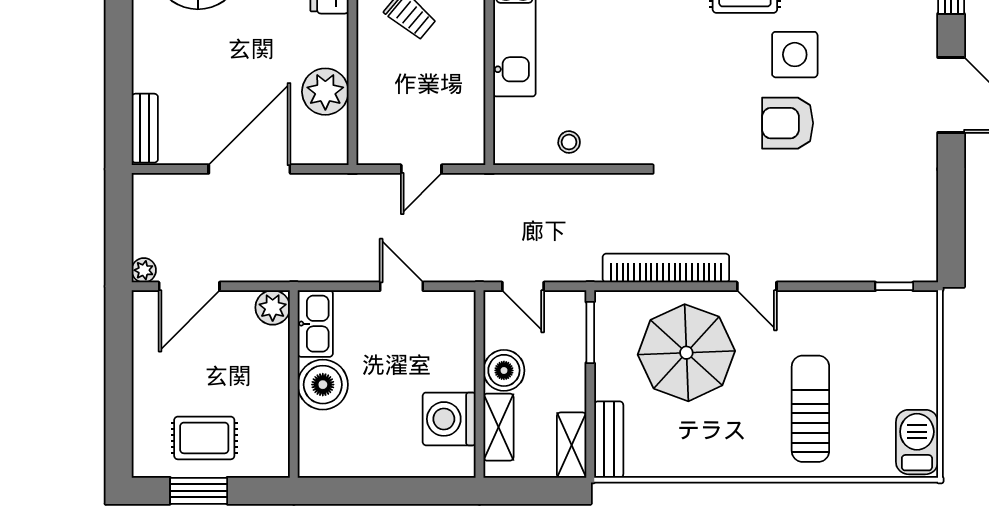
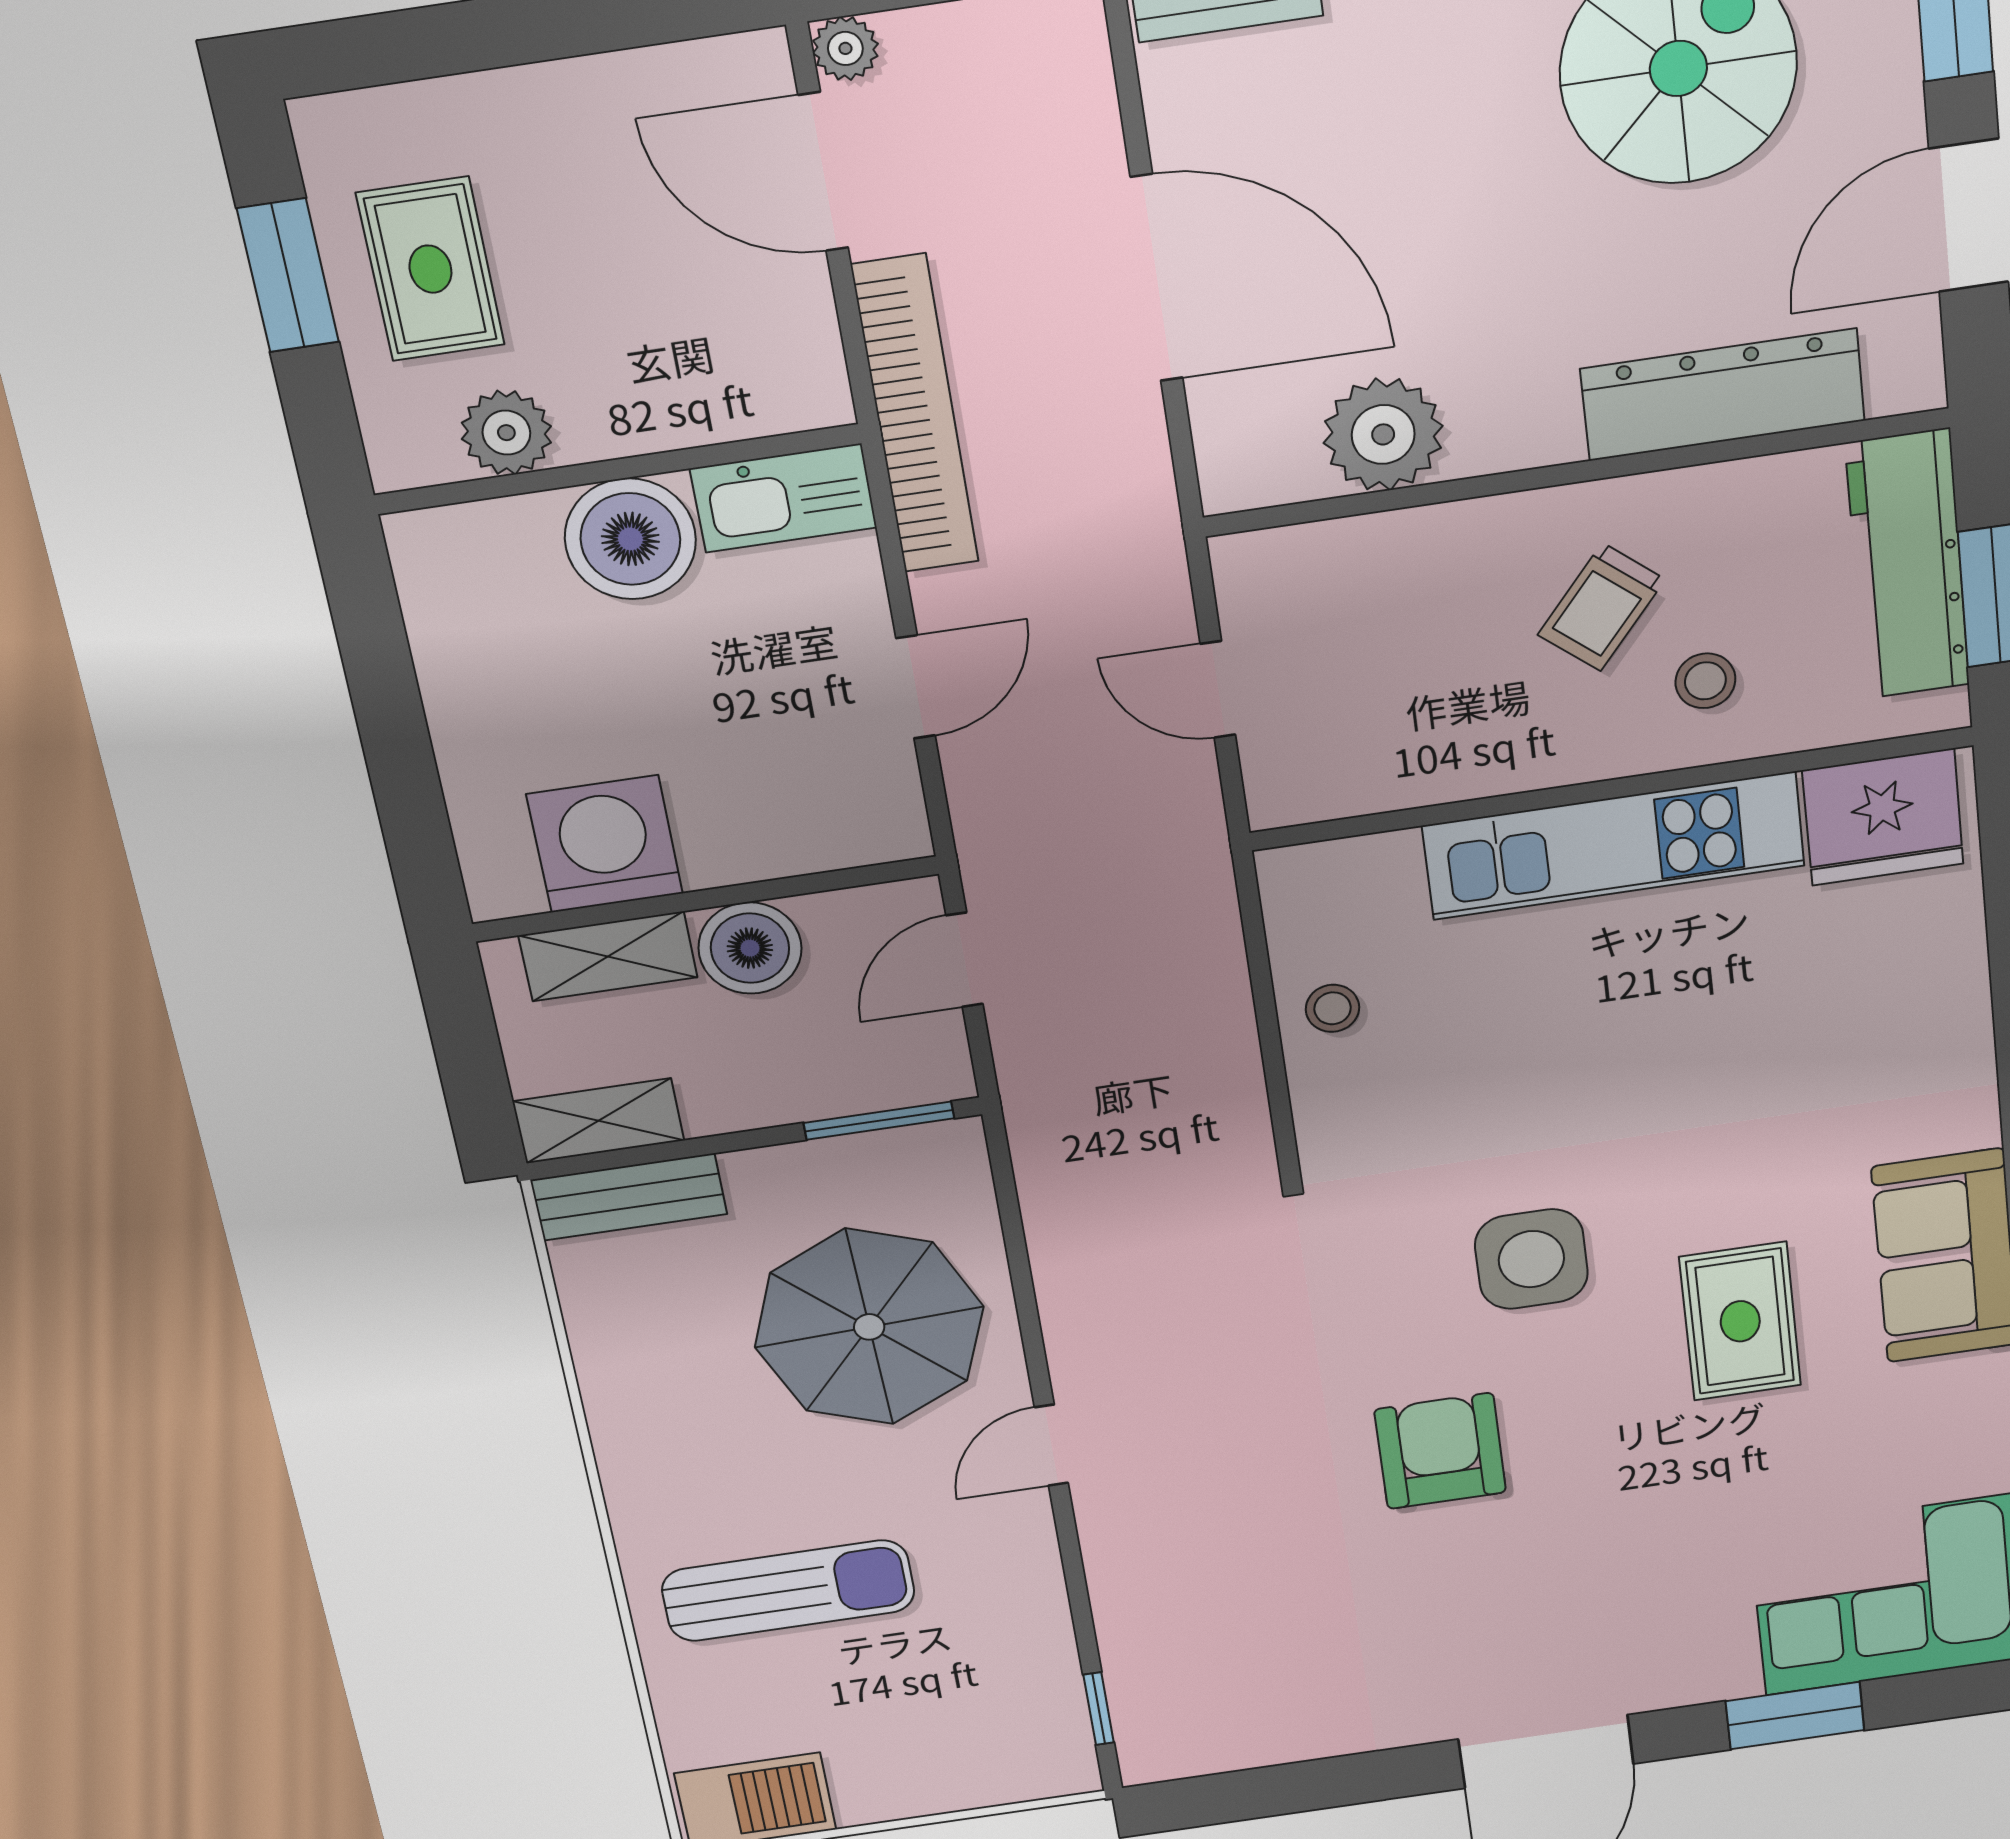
side table: (795, 55) -> (1531, 1259), moved
bookcase: (666, 268) -> (915, 414), moved
plant: (273, 307) -> (506, 433), moved

